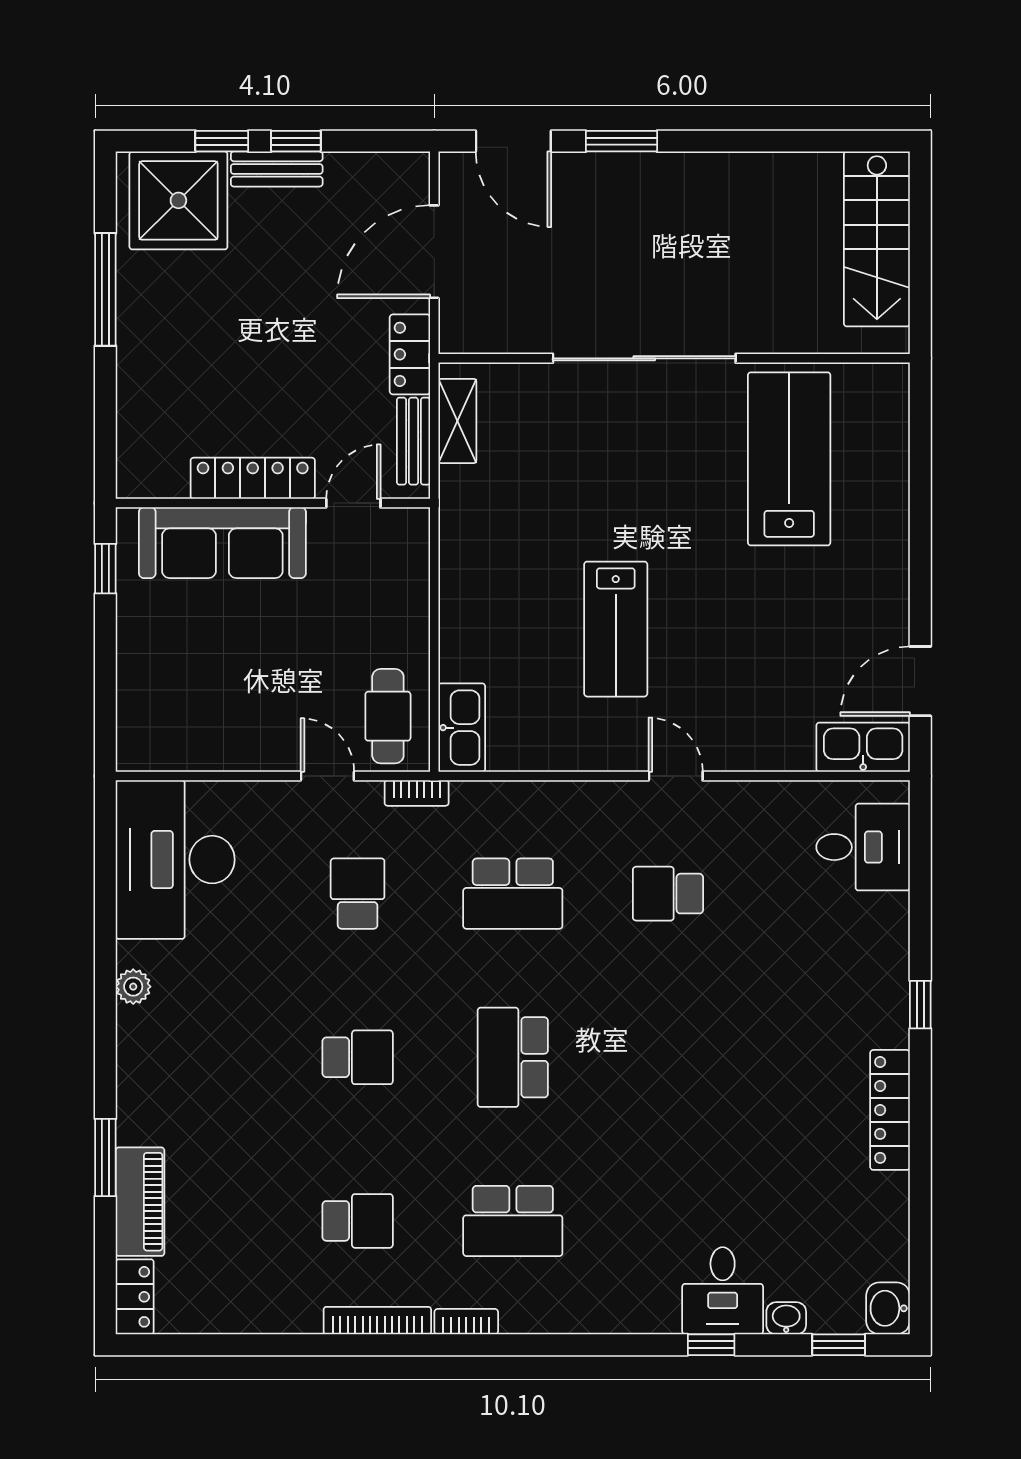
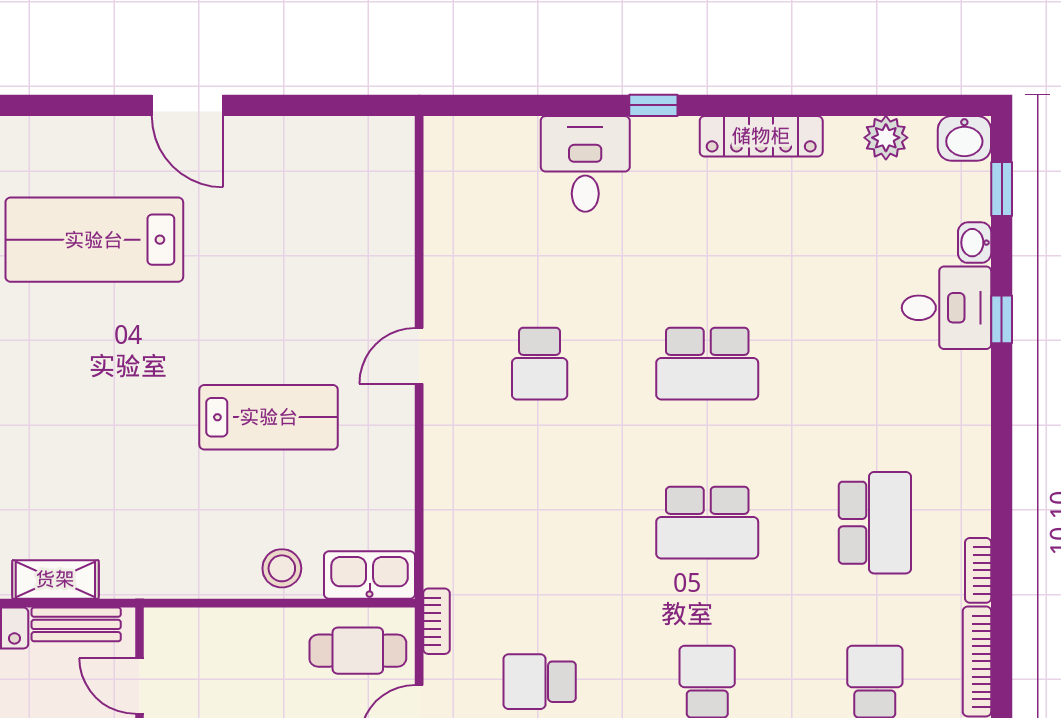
stool: (468, 642) -> (282, 568), added
door: (920, 681) -> (187, 105), moved
kitchen sink: (863, 747) -> (390, 164), removed
desk: (863, 847) -> (585, 164), moved
school desk: (513, 894) -> (707, 364), moved, turned 90
plant: (889, 1232) -> (886, 138), added

